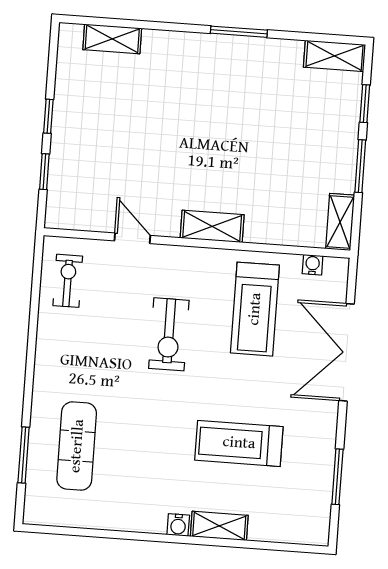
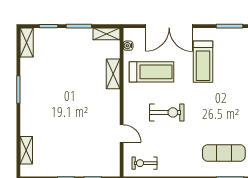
shelving: (212, 226) -> (113, 74), moved
door: (132, 238) -> (122, 133), swing flipped
treadmill: (239, 443) -> (203, 62), moved

